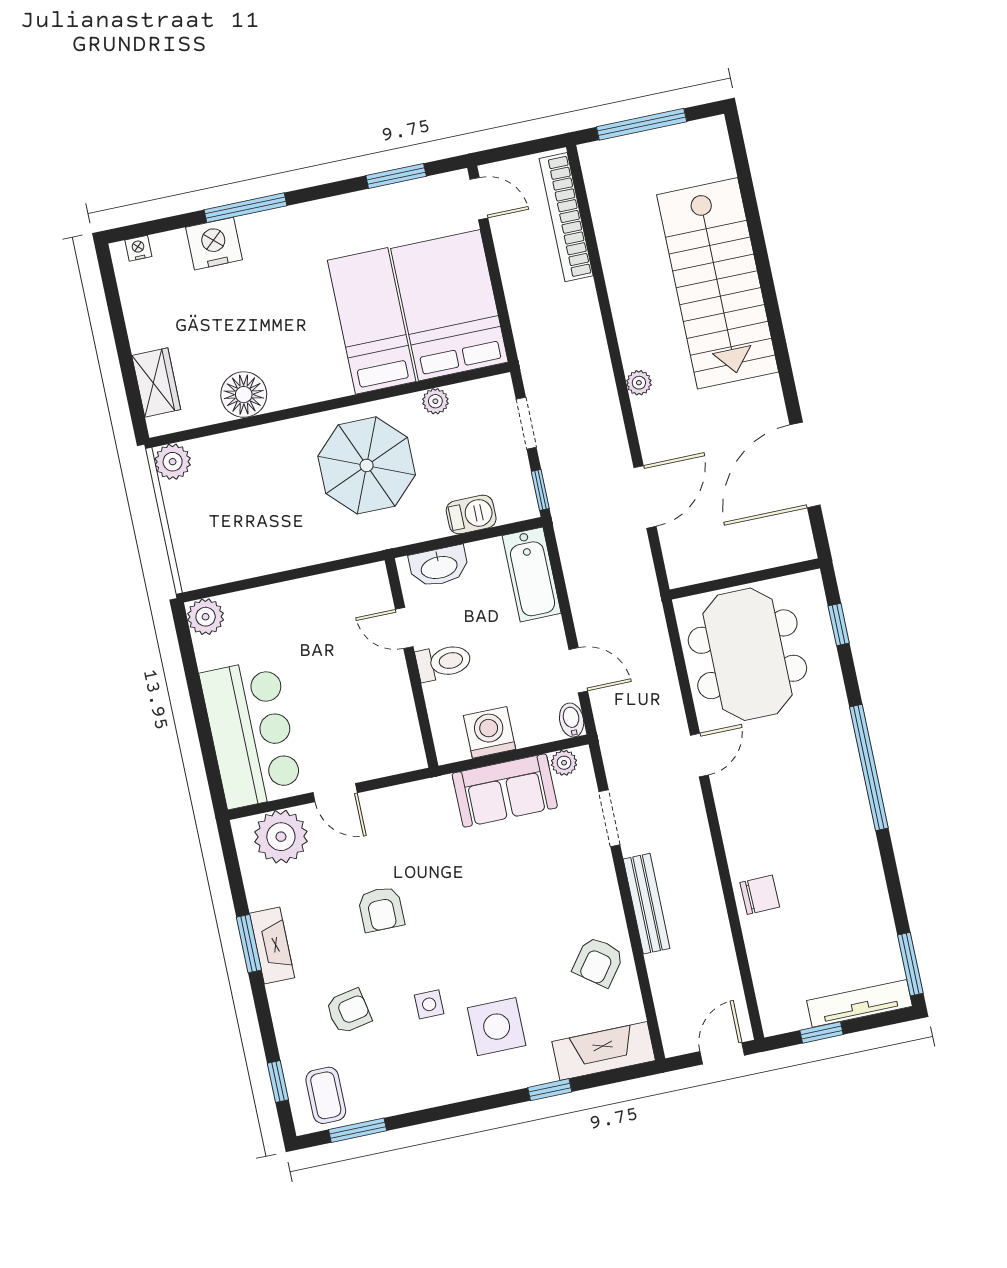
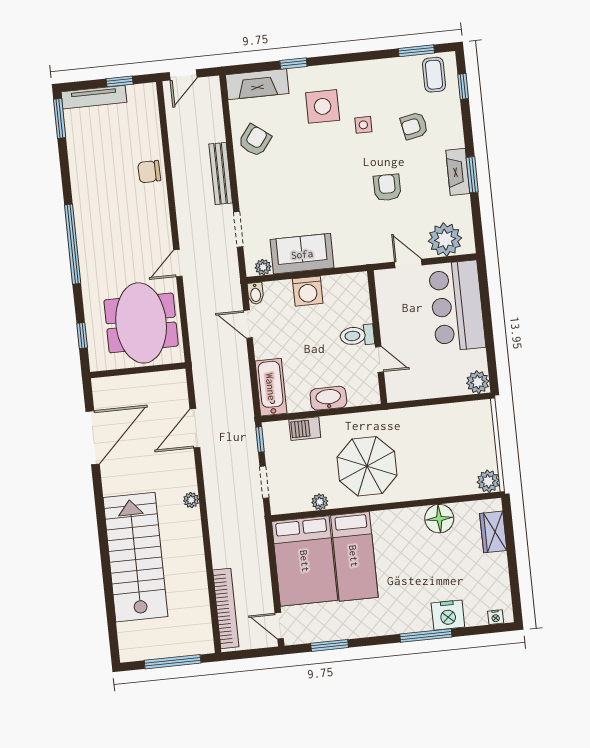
door: (404, 628) -> (379, 359), moved
toilet: (444, 662) -> (357, 335), moved
wall: (412, 663) -> (377, 337), moved

